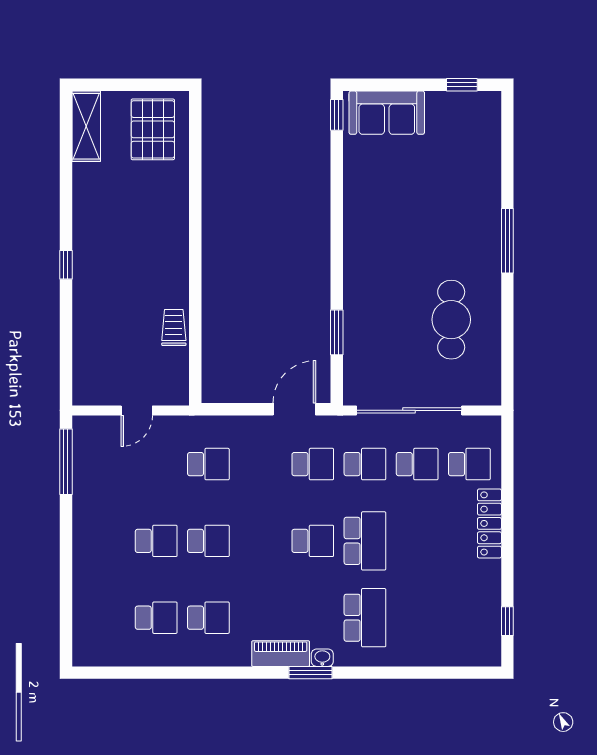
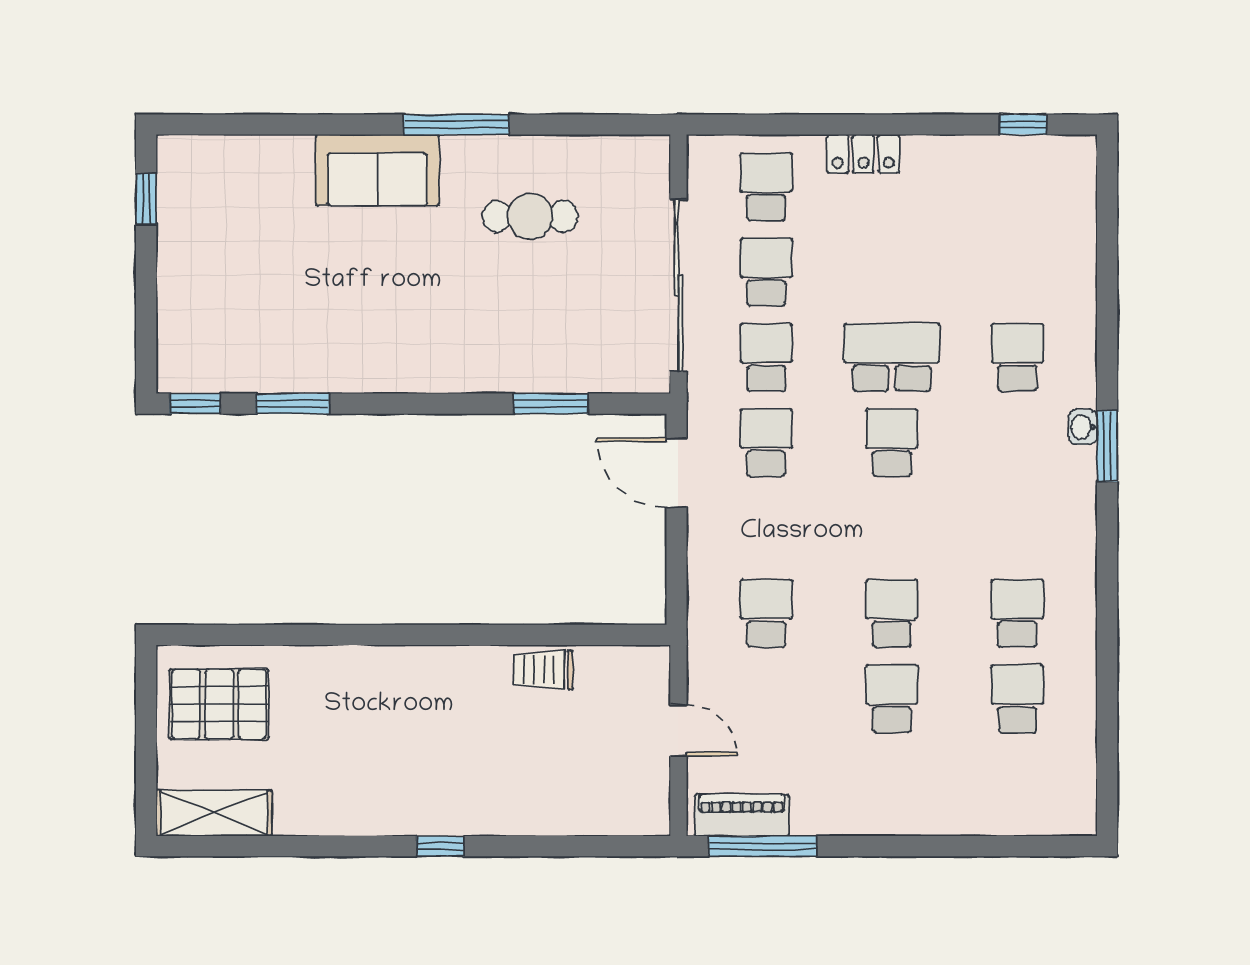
sofa: (387, 113) -> (377, 170), moved, turned 90
window: (337, 174) -> (292, 404), added
window: (507, 241) -> (456, 124), moved
cafe table: (451, 320) -> (530, 216), width x0.73, depth x0.74
locker: (489, 523) -> (863, 154), width x0.66
school desk: (365, 618) -> (1017, 357), width x0.54
piano: (281, 654) -> (742, 815), moved, turned 90

